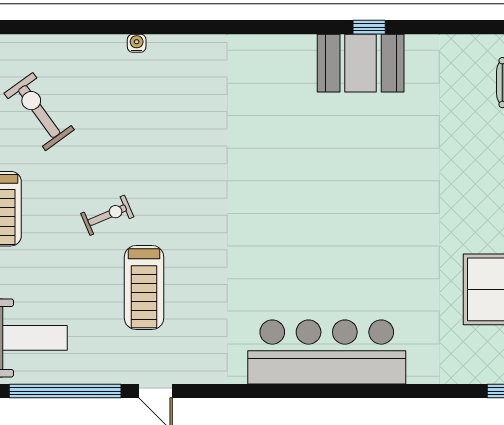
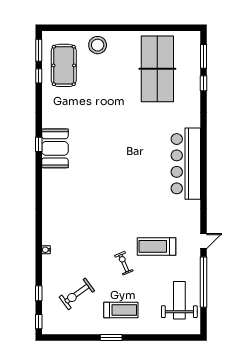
window: (41, 27) -> (39, 293), added
treadmill: (144, 287) -> (157, 246), turned 180

